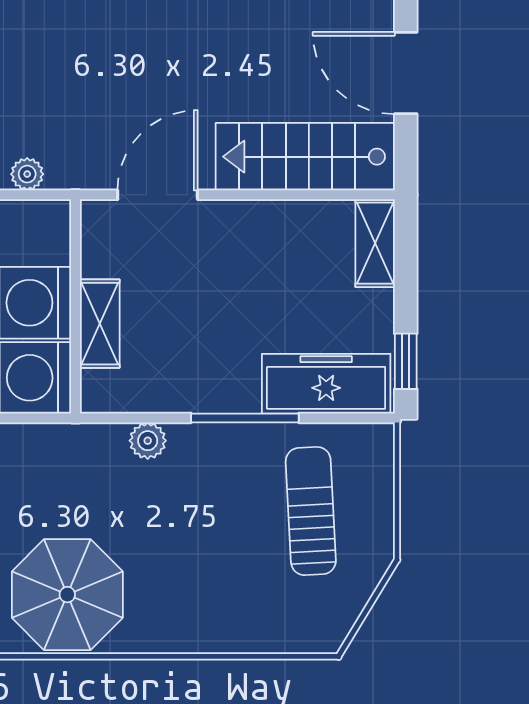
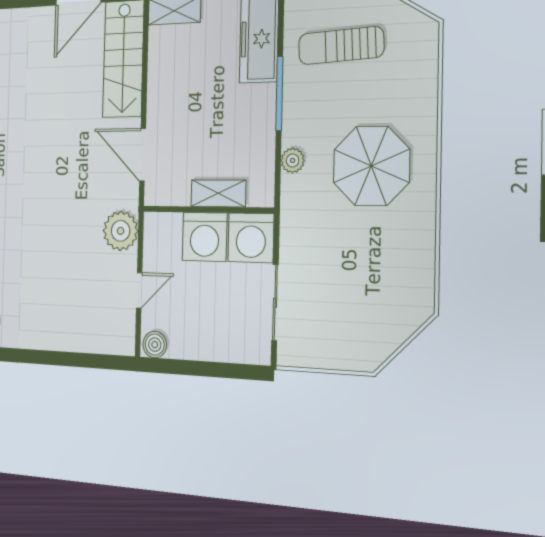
plant: (27, 174) -> (121, 231), width x1.88, depth x1.88
parasol: (67, 595) -> (371, 166), moved

